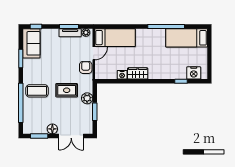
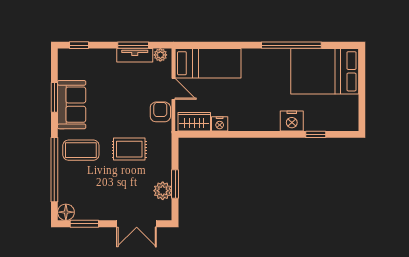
bed: (187, 38) -> (325, 71), width x1.50
sofa: (31, 43) -> (72, 105), moved
door: (94, 53) -> (173, 89), hinge flipped
wardrobe: (138, 73) -> (194, 122), moved
nightstand: (194, 73) -> (292, 121), moved
plant: (87, 98) -> (163, 191), moved
floor lamp: (52, 129) -> (66, 212), moved

